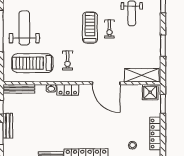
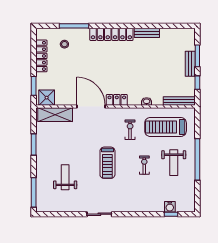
weight bench: (24, 28) -> (174, 163), width x0.73, depth x0.75
exercise bike: (109, 29) -> (144, 165), moved
treadmill: (32, 63) -> (166, 127), turned 180
locker: (68, 90) -> (117, 100), moved

